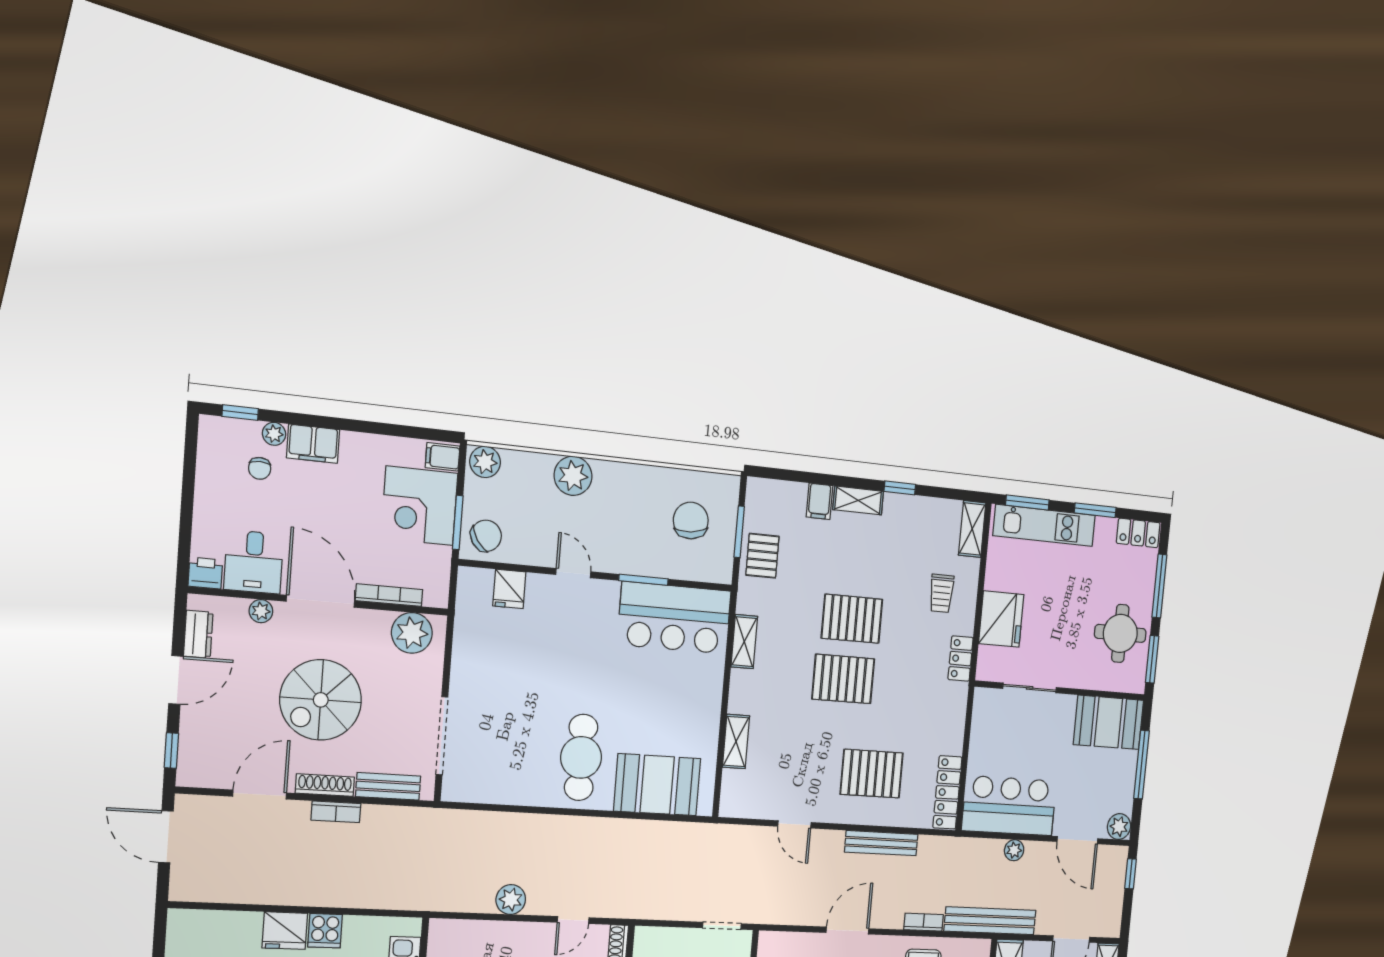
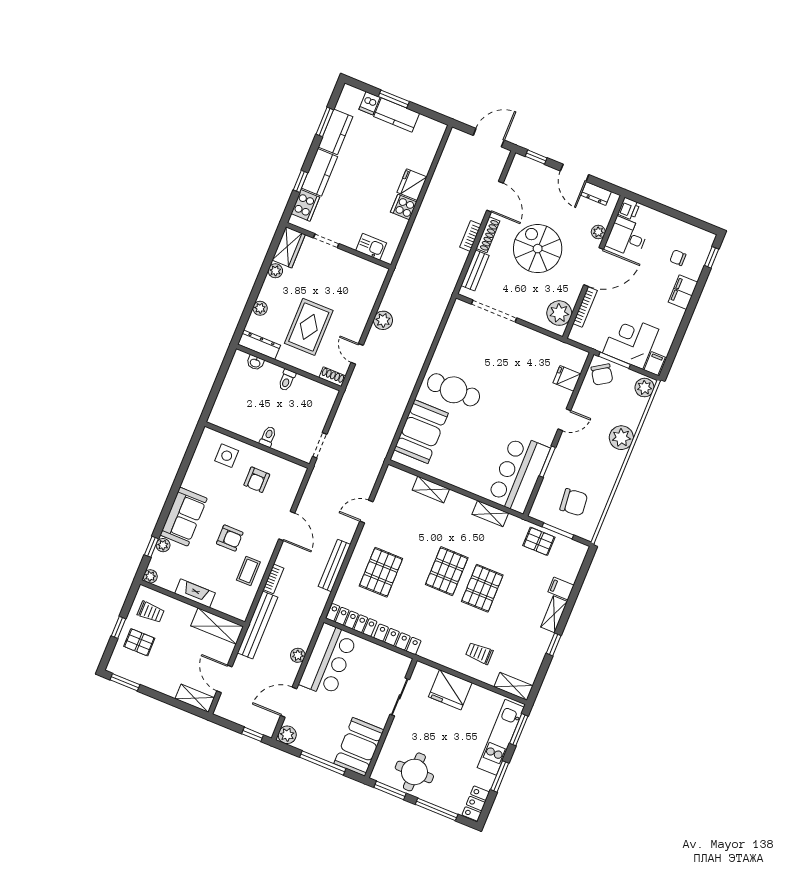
plant: (274, 434) -> (695, 272), removed
locker: (961, 659) -> (397, 639), moved, width x1.53

